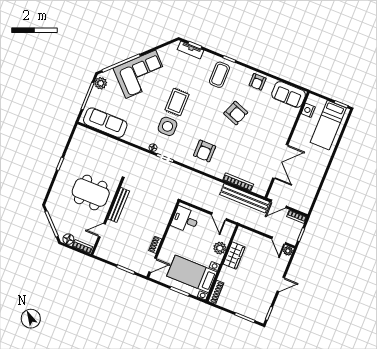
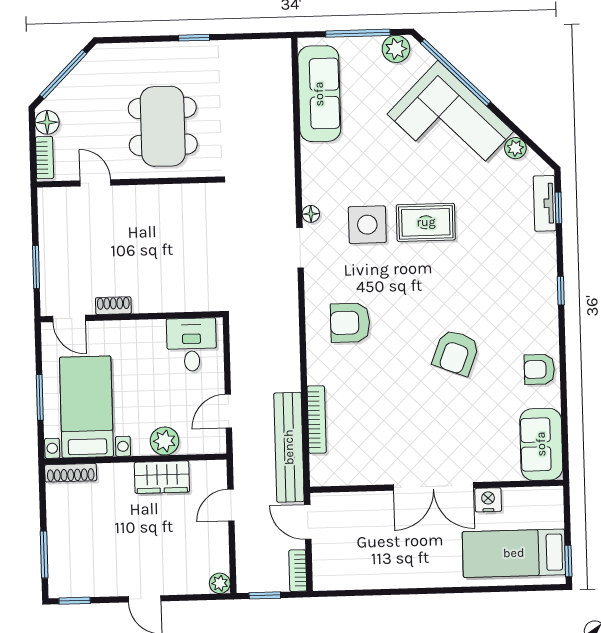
plant: (163, 52) -> (515, 148), added
coffee table: (219, 75) -> (520, 285), removed
nightstand: (308, 110) -> (488, 500), moved
double door: (280, 162) -> (433, 486), moved
bench: (119, 205) -> (162, 195), removed
door: (279, 241) -> (231, 505), moved

